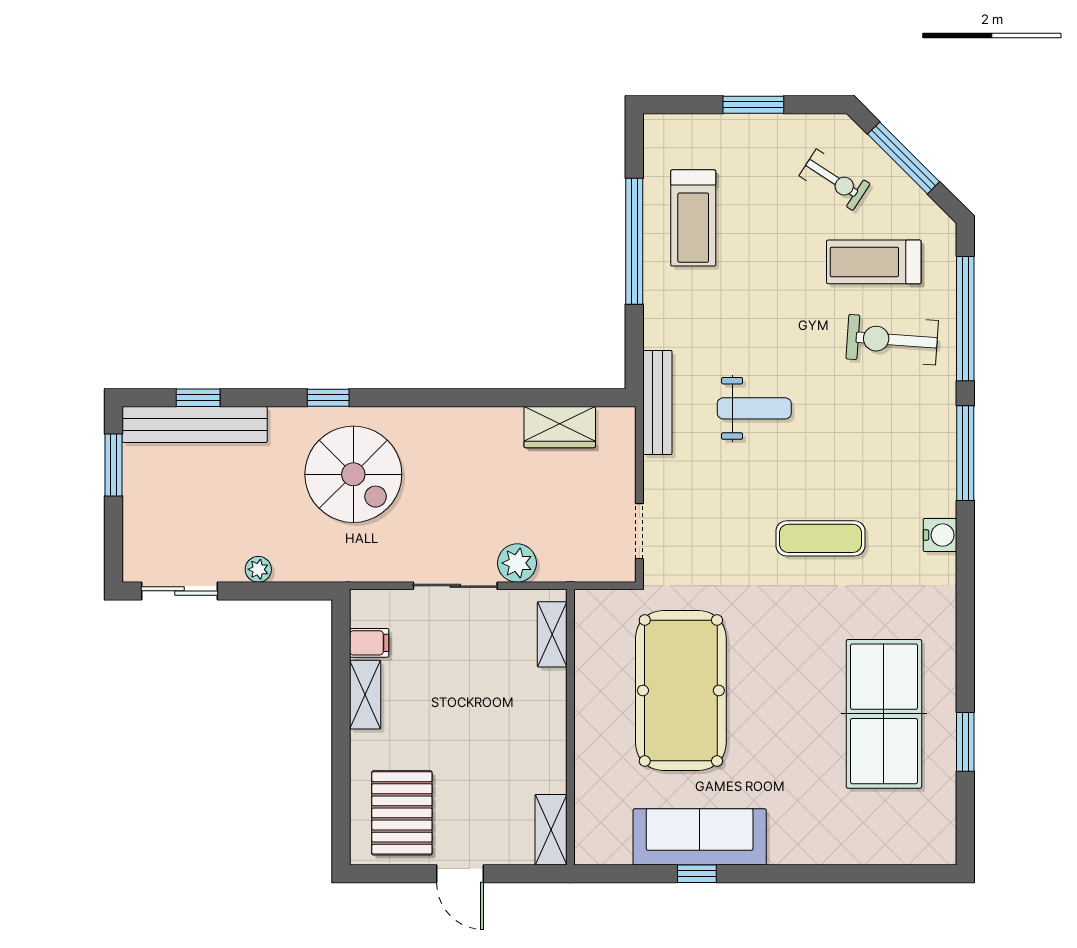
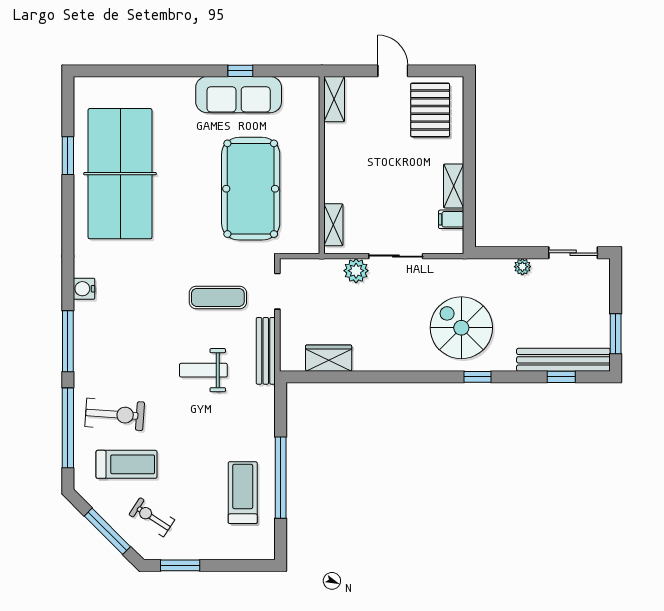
window: (753, 105) -> (180, 565), moved
bench: (657, 402) -> (266, 351), moved
exercise mat: (821, 538) -> (218, 297), moved
table tennis table: (884, 714) -> (120, 174), width x1.36, depth x1.32

